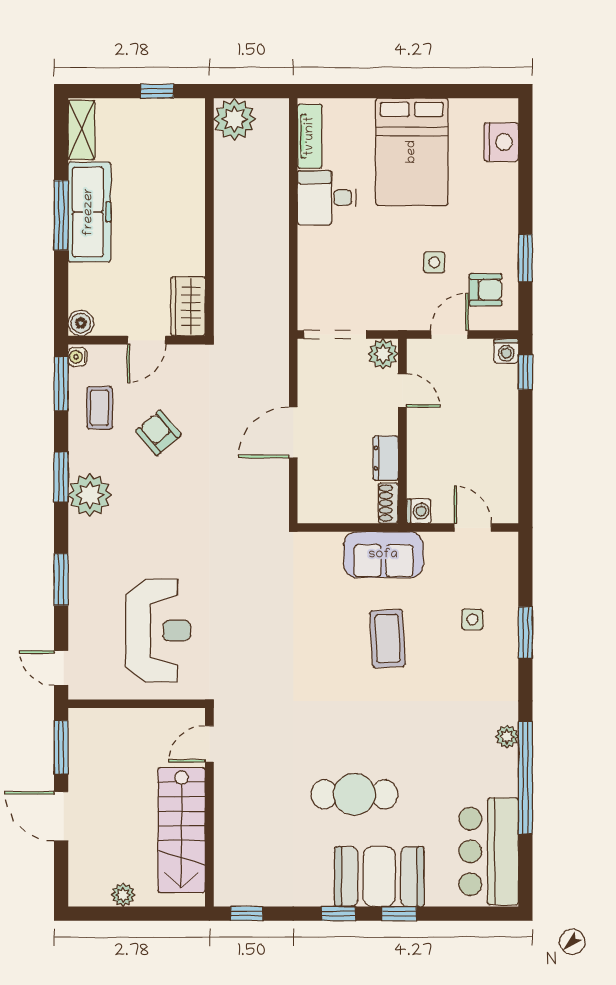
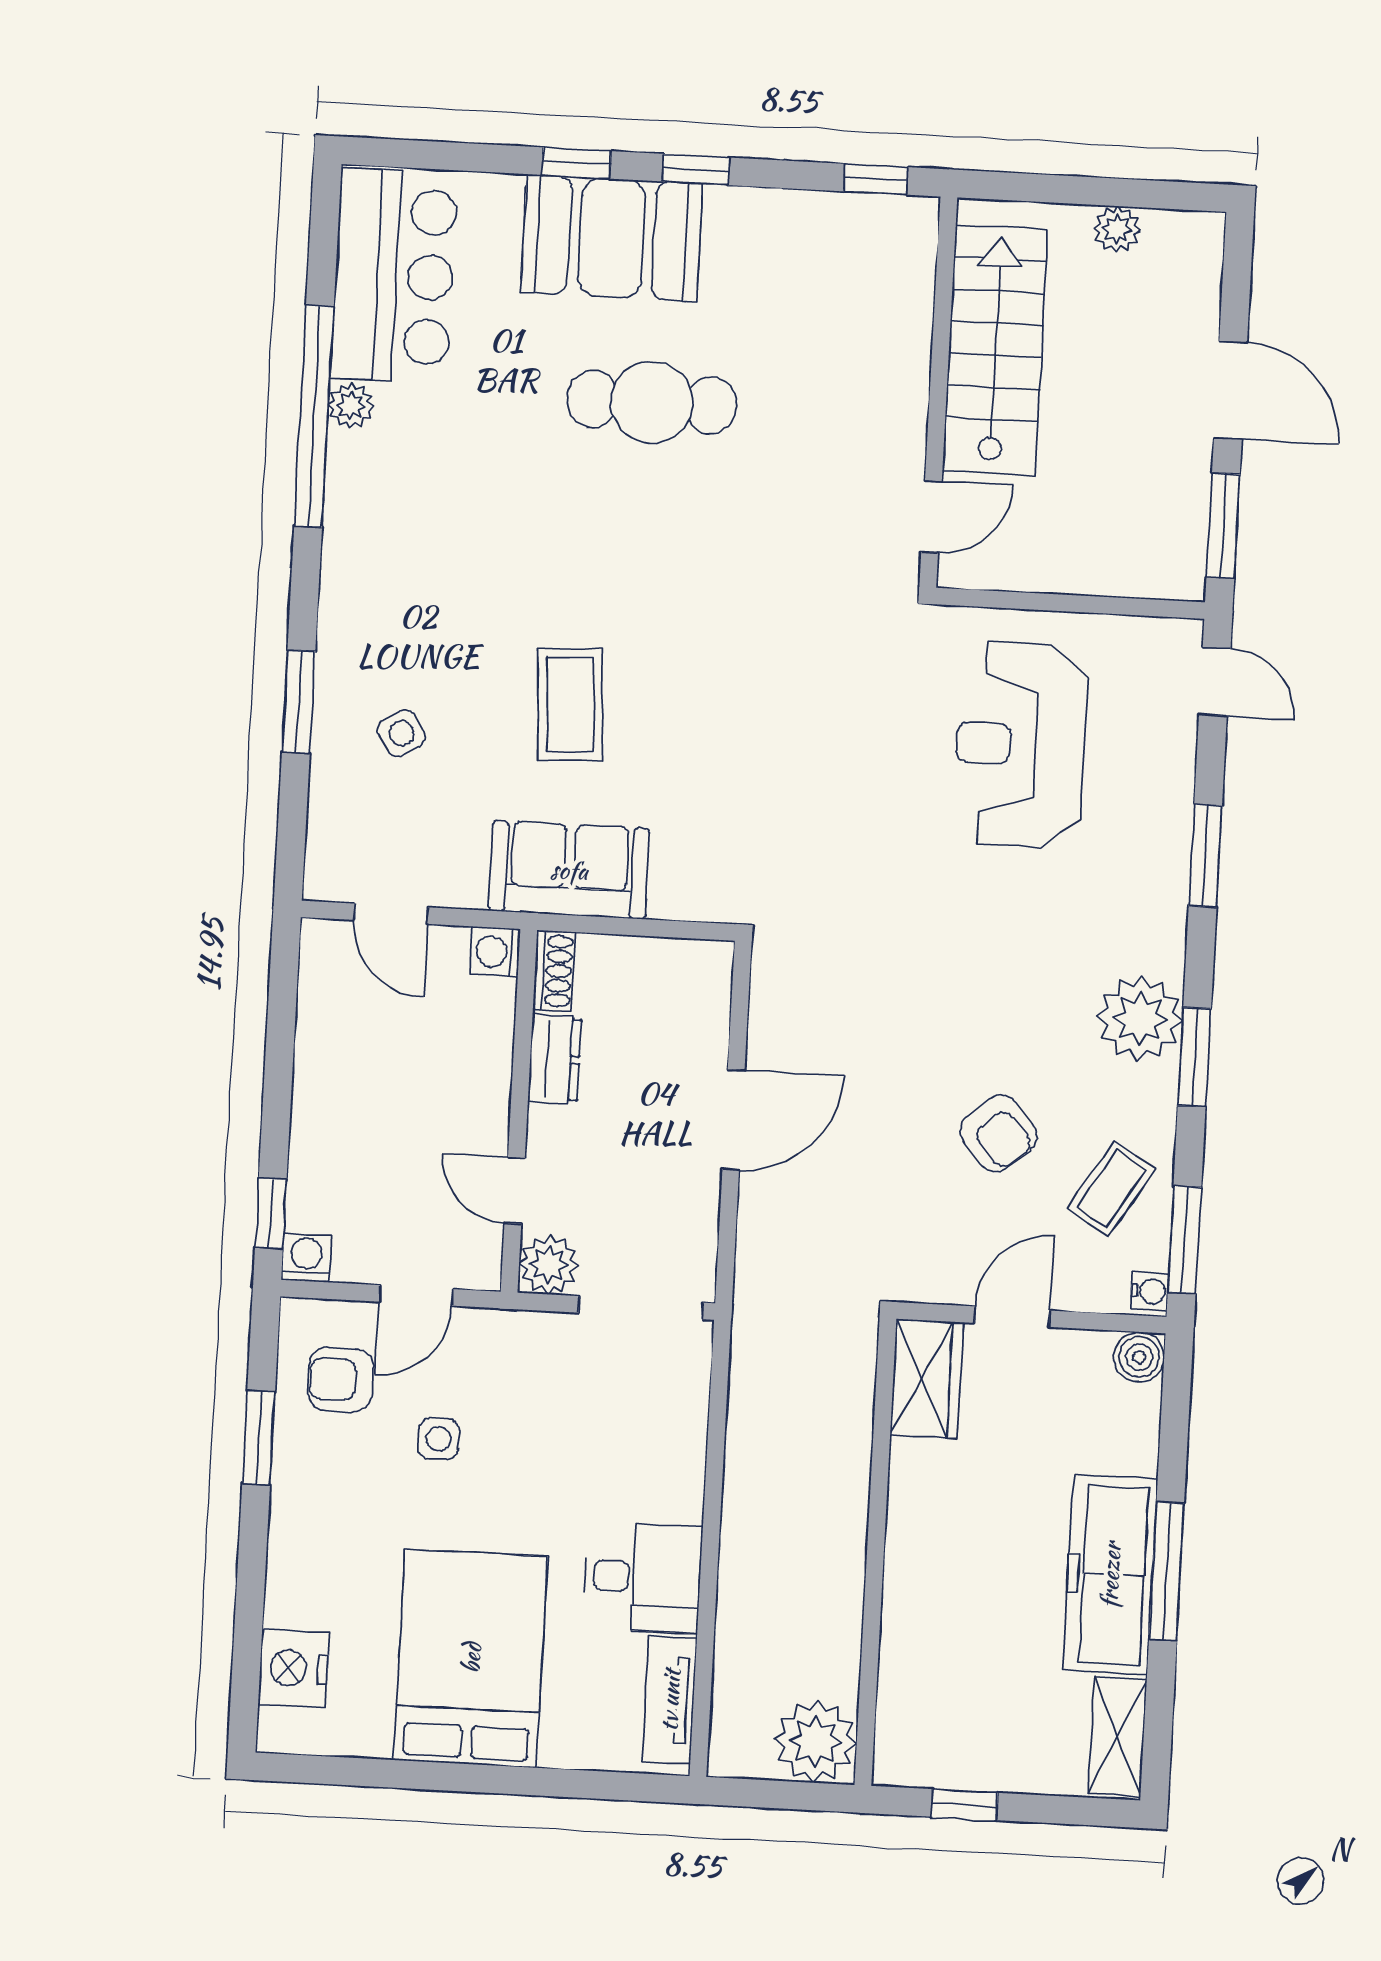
coffee table: (100, 408) -> (1111, 1189), turned 32
side table: (472, 619) -> (401, 733), turned -33
plant: (507, 737) -> (351, 406), moved

